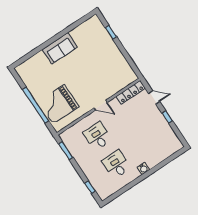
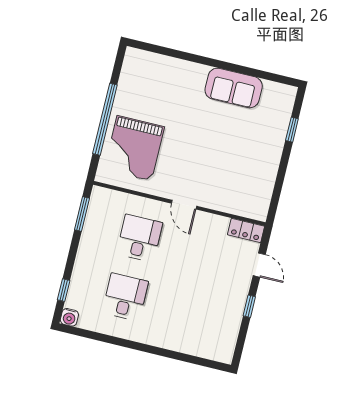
sofa: (60, 48) -> (234, 88), moved
locker: (131, 92) -> (246, 230), width x0.66
grand piano: (59, 104) -> (134, 148), turned -90
water cooler: (143, 168) -> (69, 317), moved

